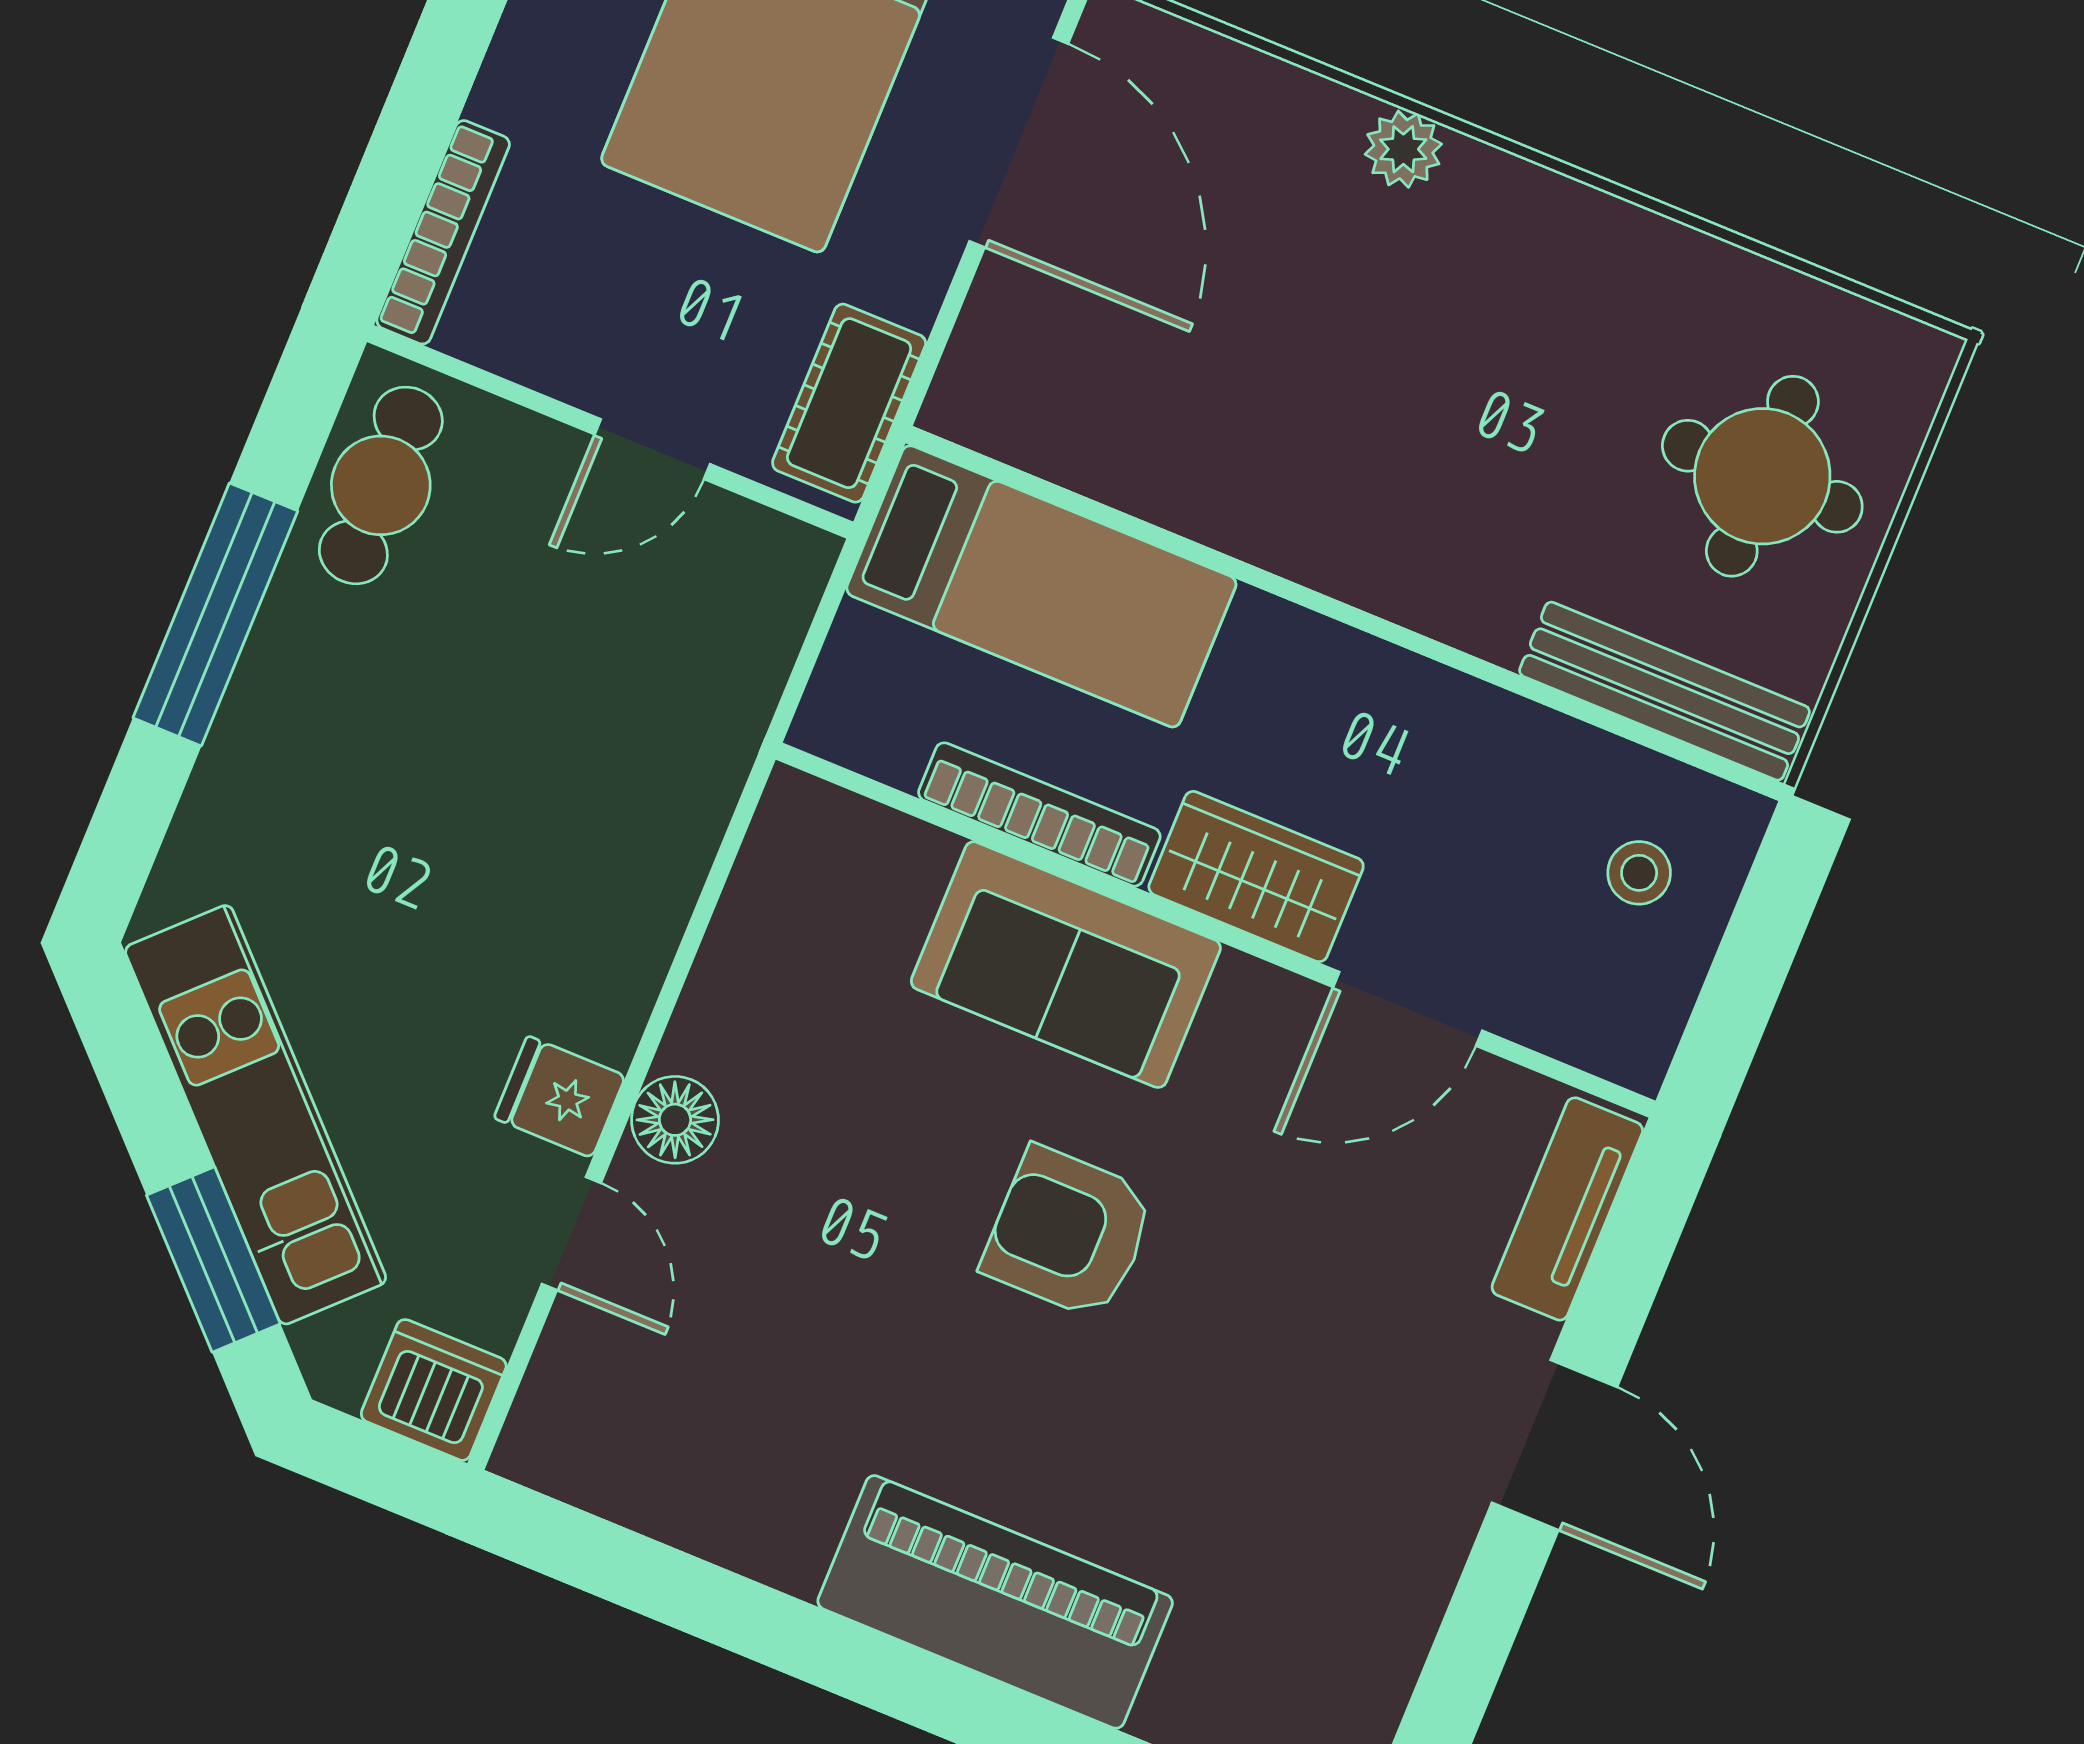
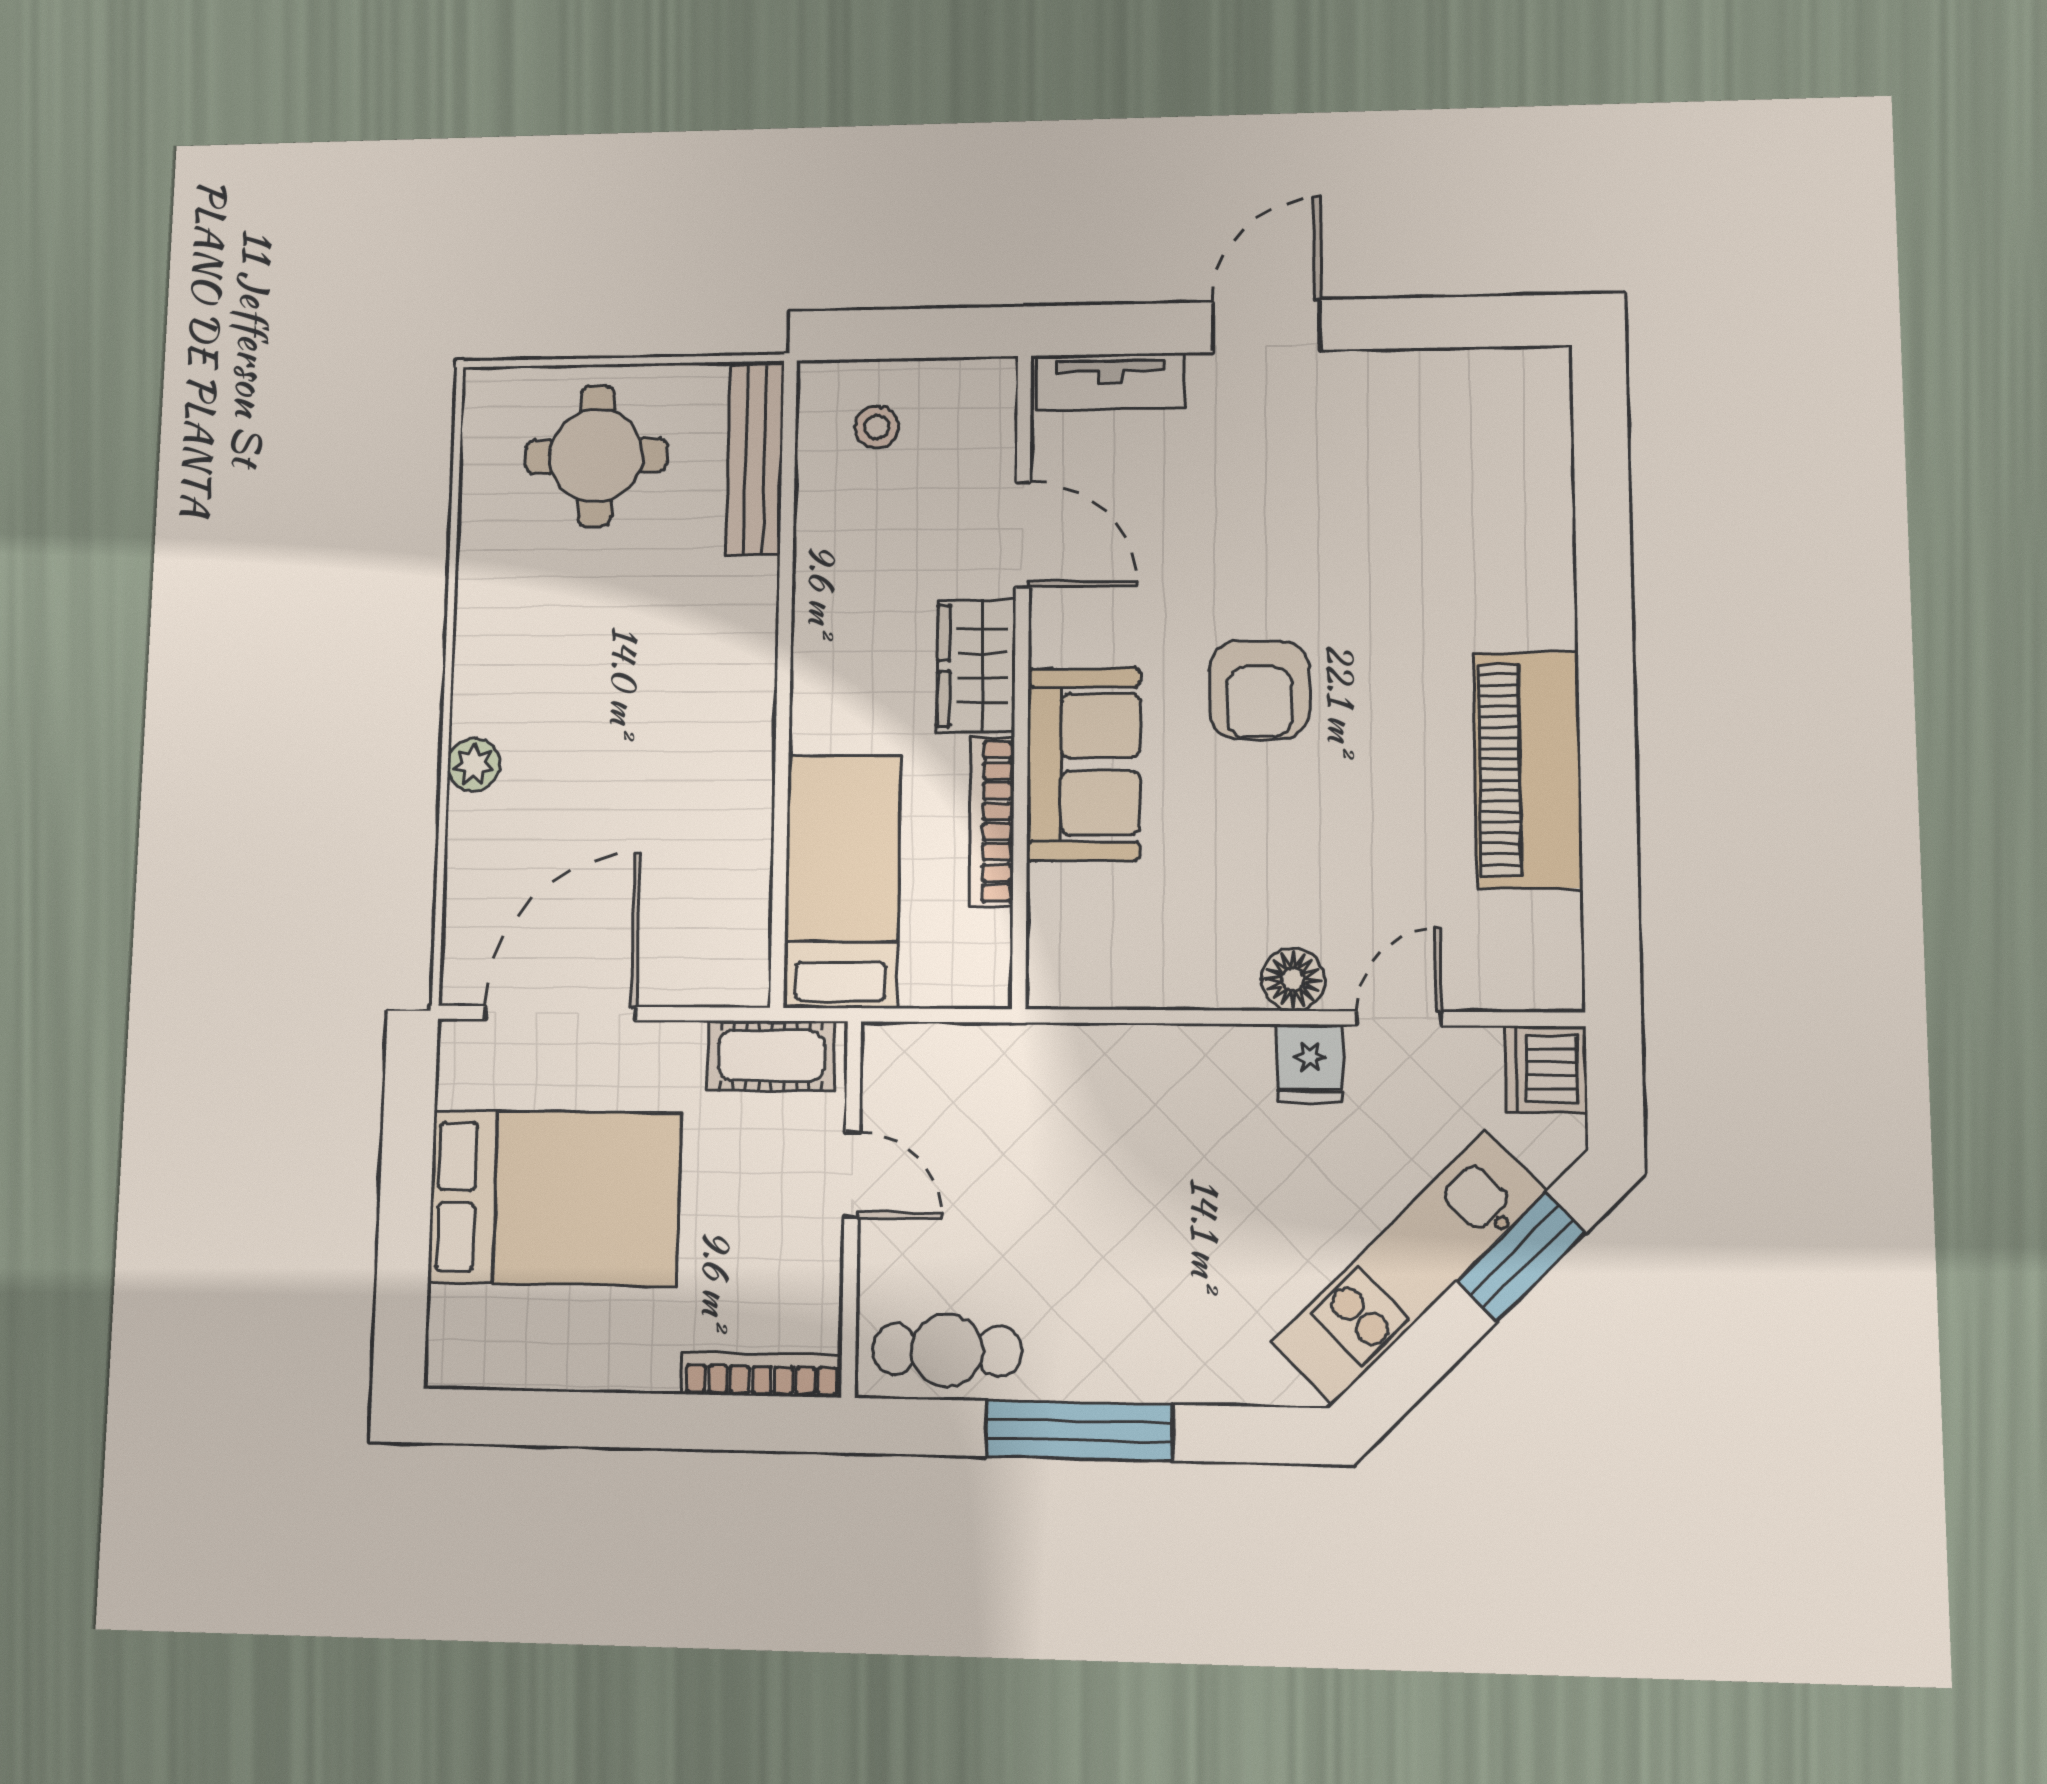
piano: (995, 1602) -> (1528, 770), moved

